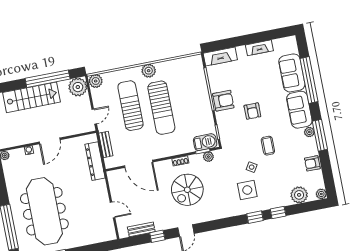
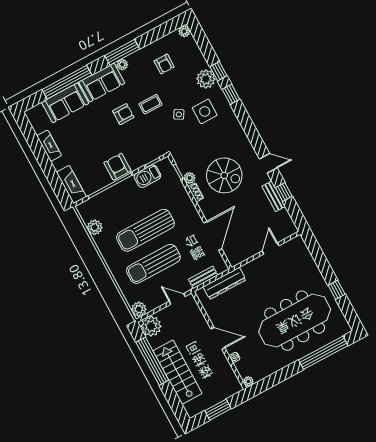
plant: (149, 71) -> (95, 227), moved
sun lounger: (161, 108) -> (145, 230), turned 180
armchair: (252, 111) -> (123, 114), moved
barbecue: (205, 142) -> (147, 176), moved, turned -90
plant: (208, 157) -> (190, 178), moved
armchair: (312, 163) -> (164, 64), moved
plant: (299, 195) -> (206, 79), moved
bench: (141, 229) -> (274, 196), moved

